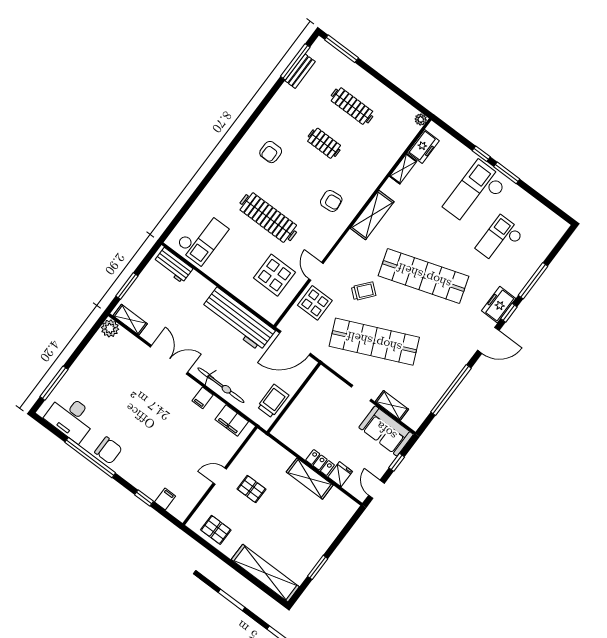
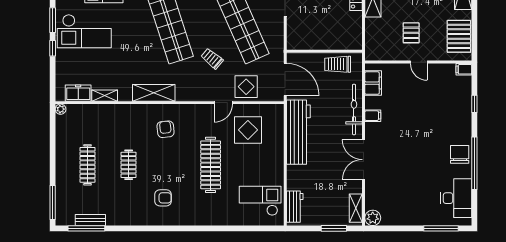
filing cabinet: (165, 499) -> (464, 69), moved
pallet: (216, 530) -> (459, 36), width x1.50, depth x1.42

